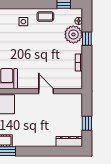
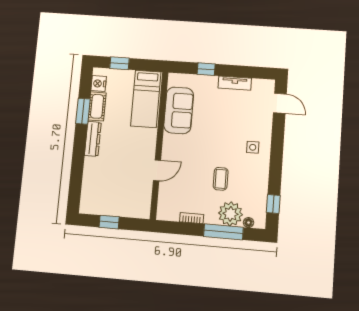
coffee table: (45, 17) -> (221, 179), moved
window: (87, 39) -> (223, 232), width x2.17
dresser: (69, 141) -> (93, 139), moved

